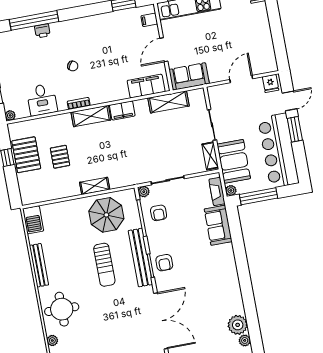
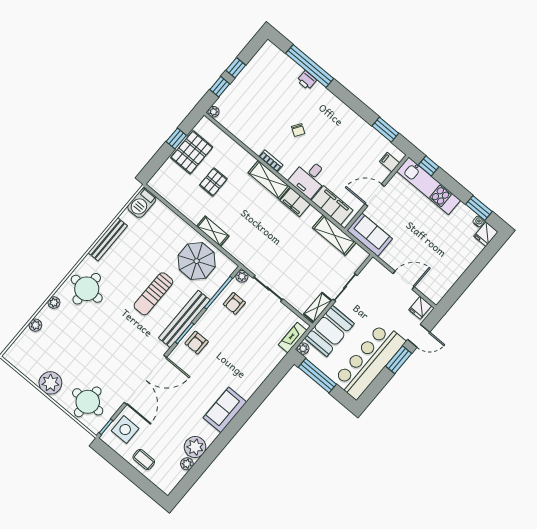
desk: (42, 100) -> (309, 178), moved
sofa: (218, 225) -> (225, 410), moved

